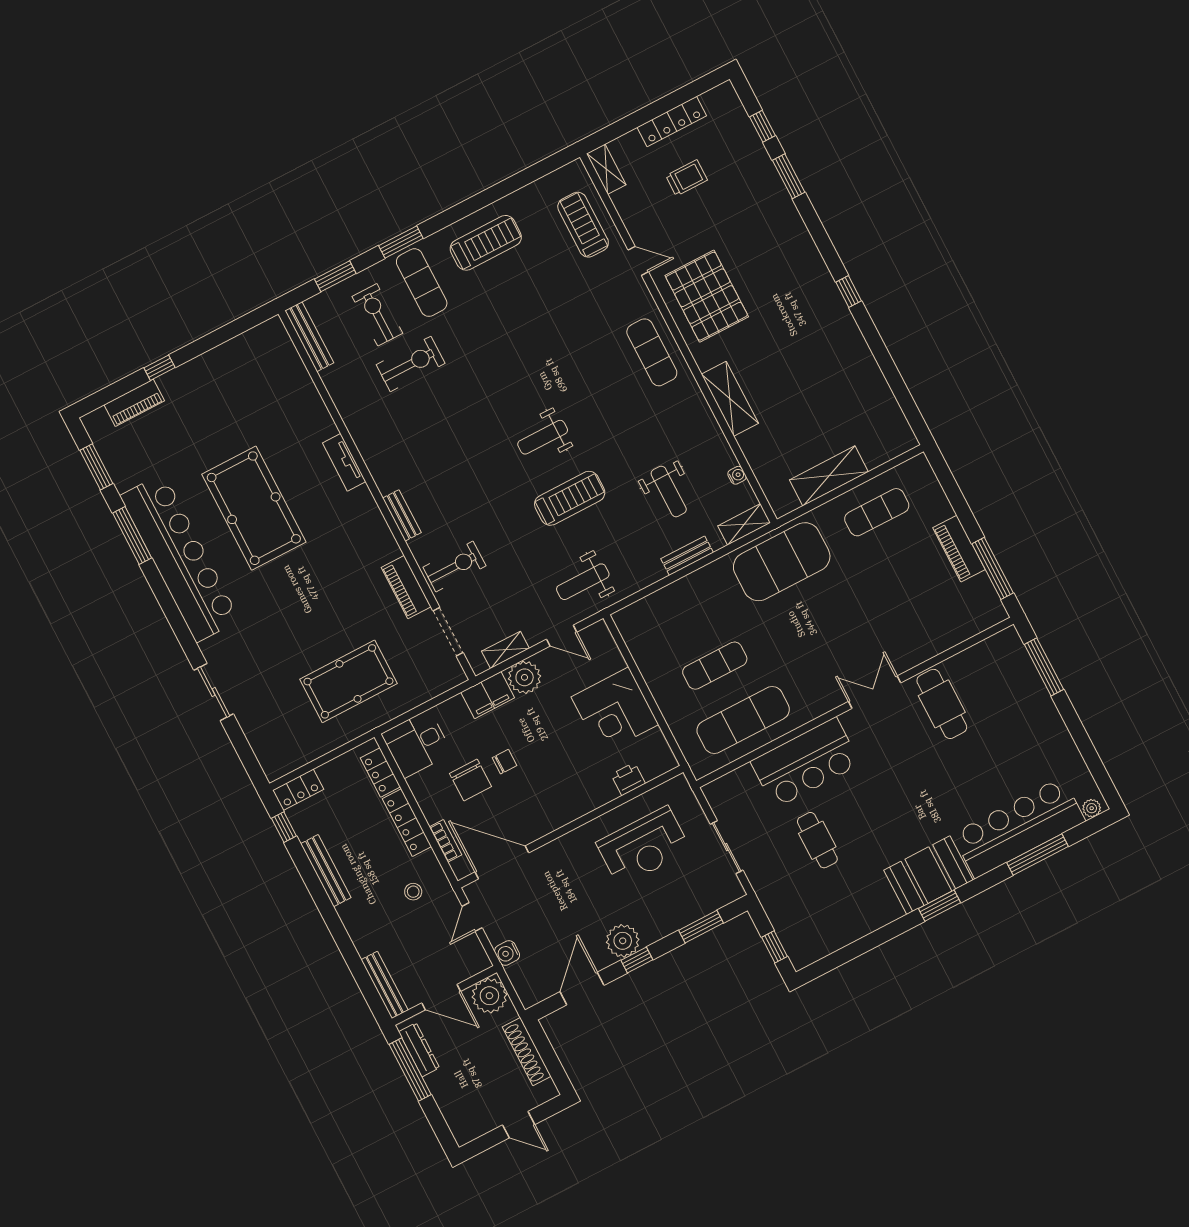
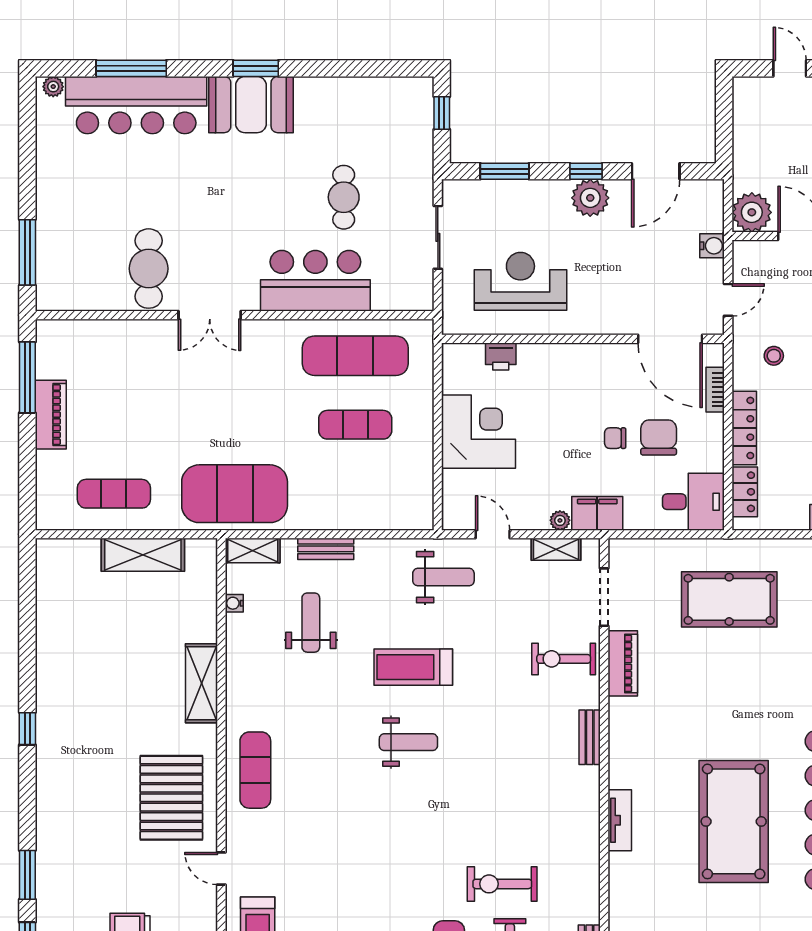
plant: (525, 677) -> (560, 520), width x0.53, depth x0.53
shoe rack: (527, 1052) -> (744, 137), removed

